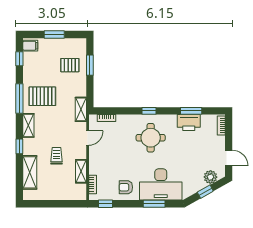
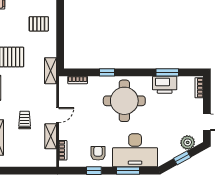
window: (90, 65) -> (60, 24), removed
window: (149, 111) -> (107, 72), moved
door: (88, 138) -> (58, 115), moved
round table: (151, 138) -> (124, 101), width x1.36, depth x1.36
armchair: (126, 187) -> (98, 153), turned 90
window: (106, 204) -> (94, 171), moved

